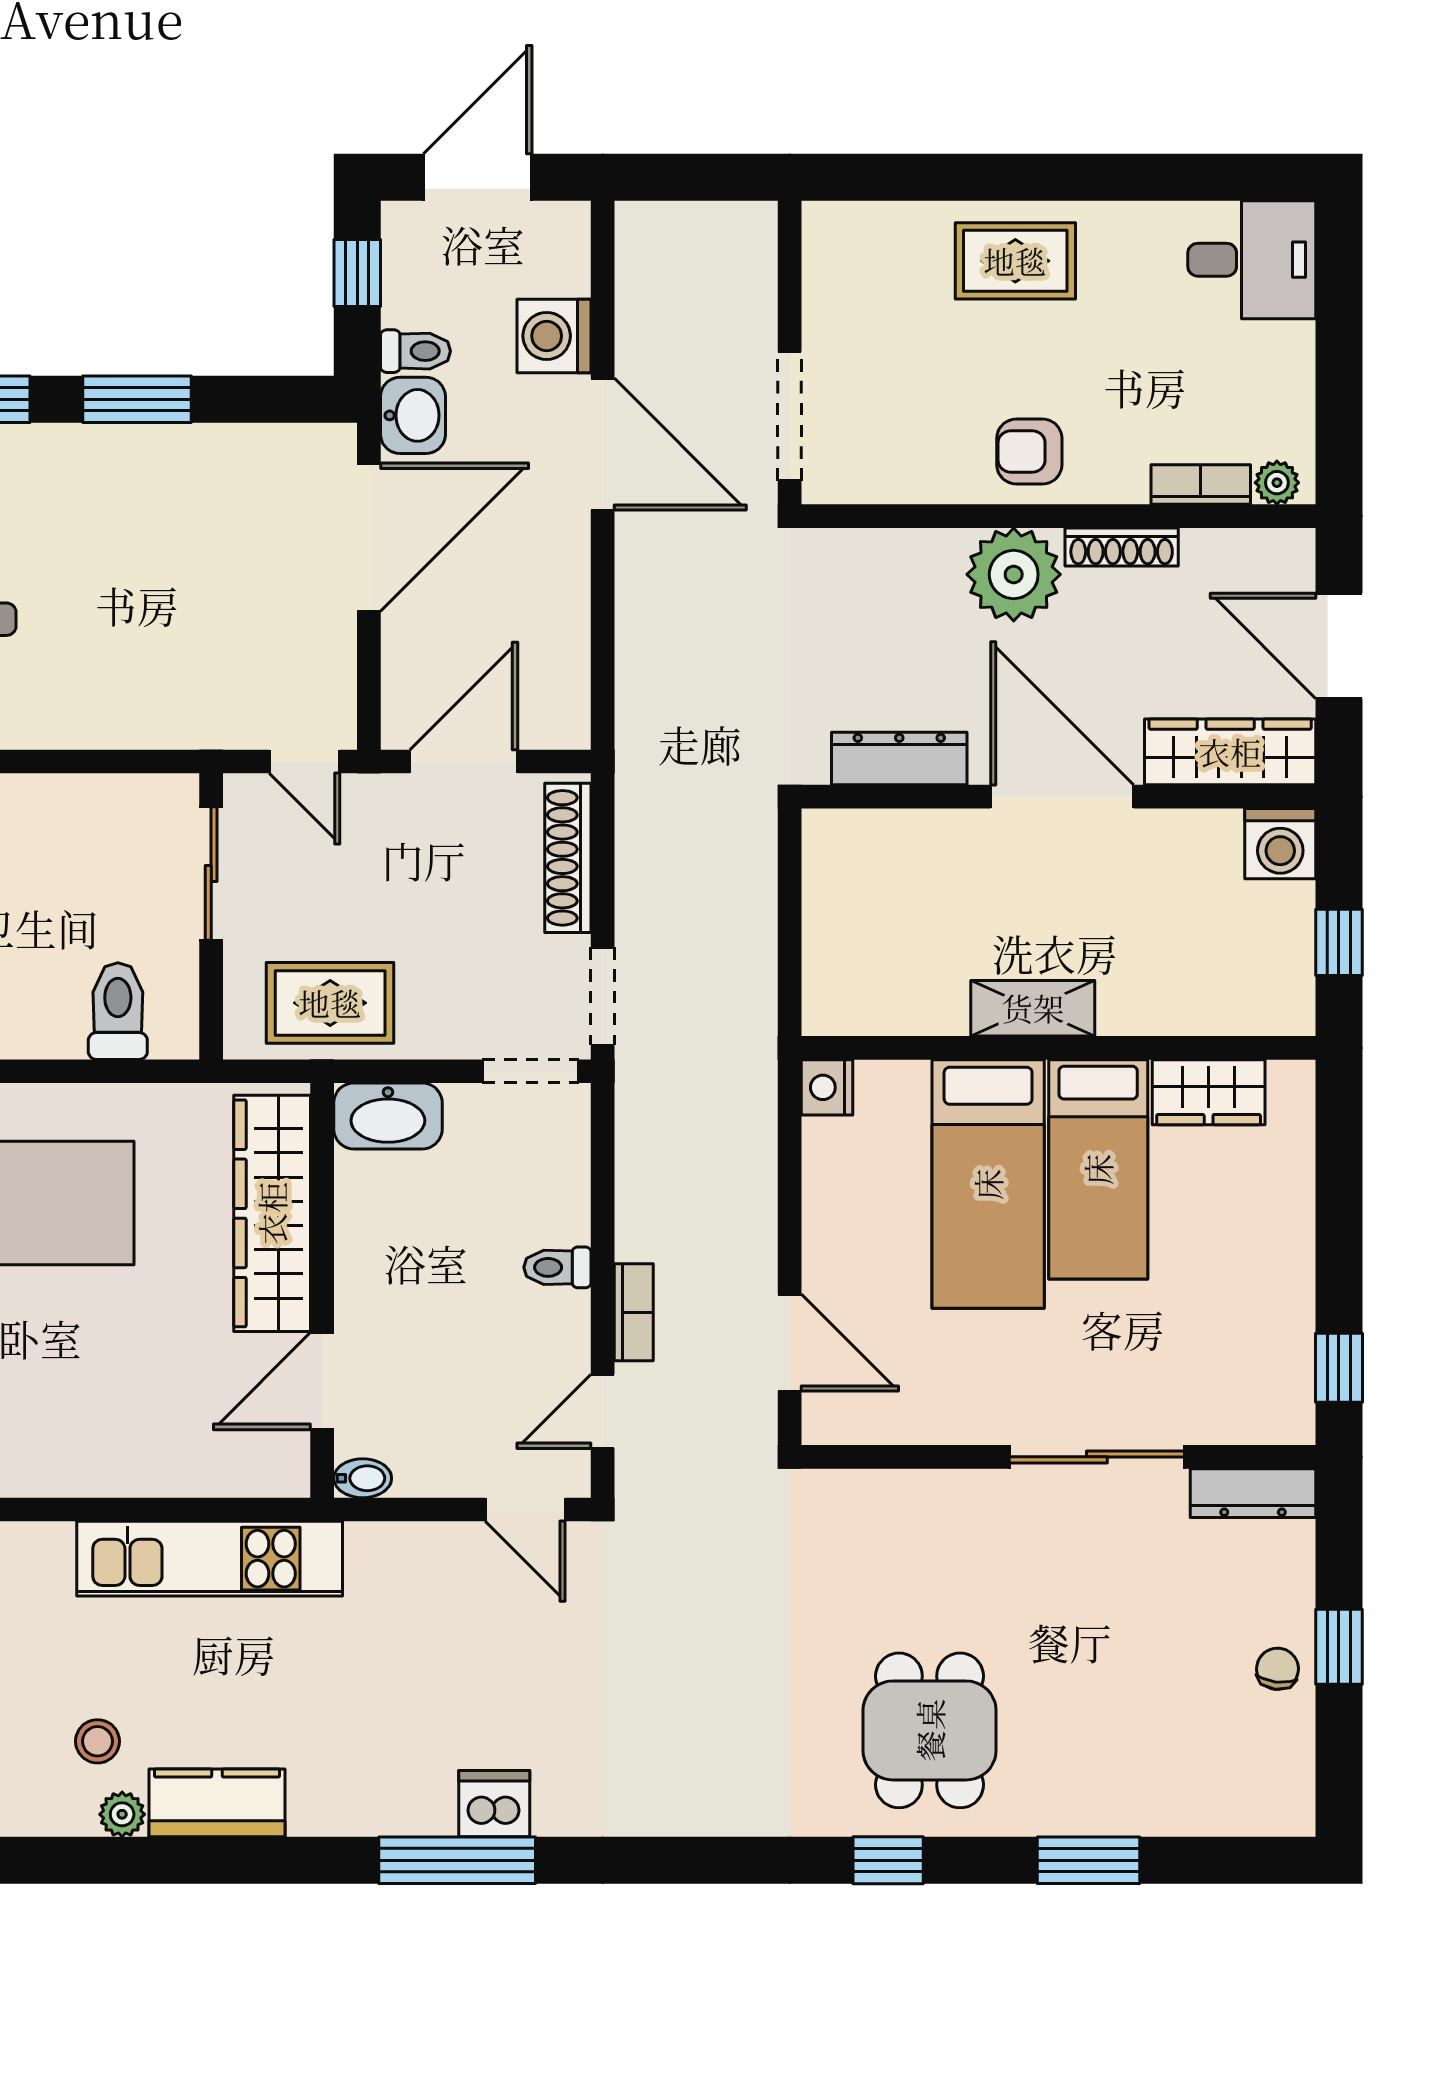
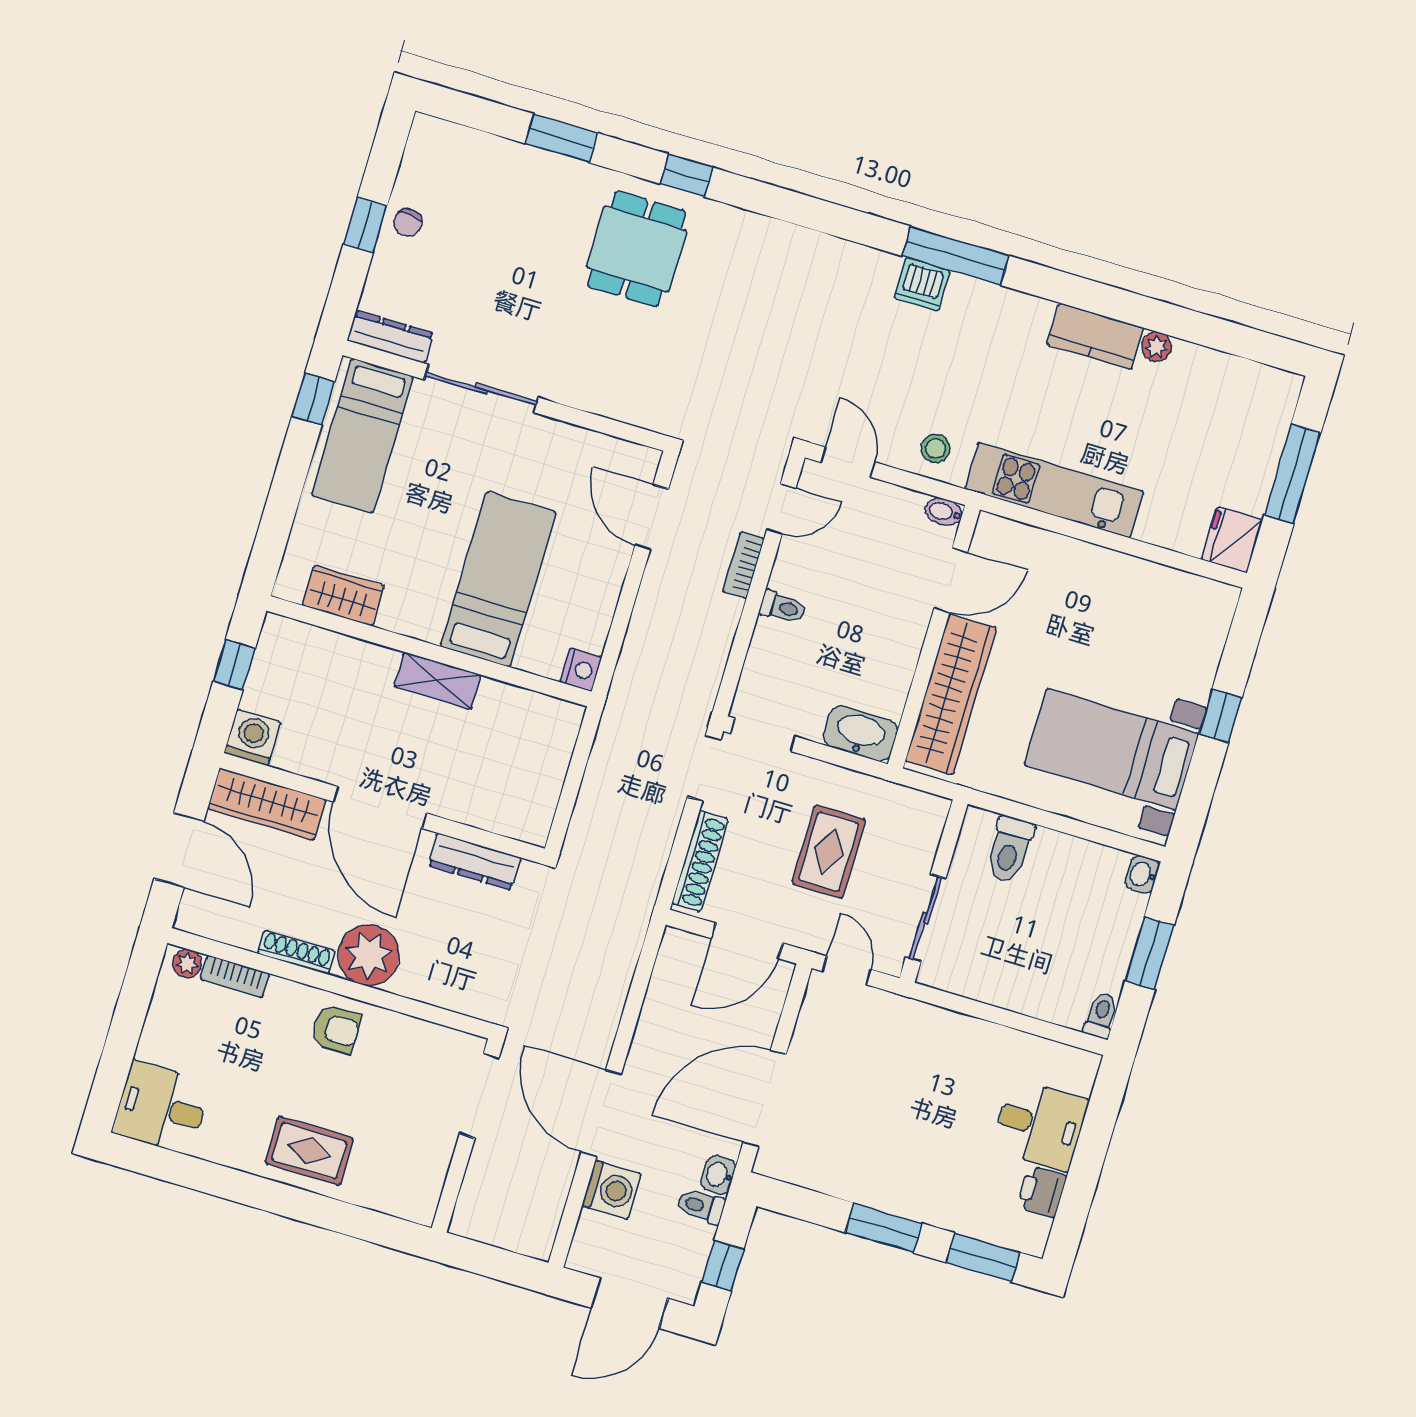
washbasin: (413, 415) -> (719, 1175), width x0.72, depth x0.69
rug: (330, 1003) -> (829, 852), moved, turned 90
bed: (1098, 1169) -> (362, 436), moved, turned 180
stool: (97, 1741) -> (936, 448), moved

